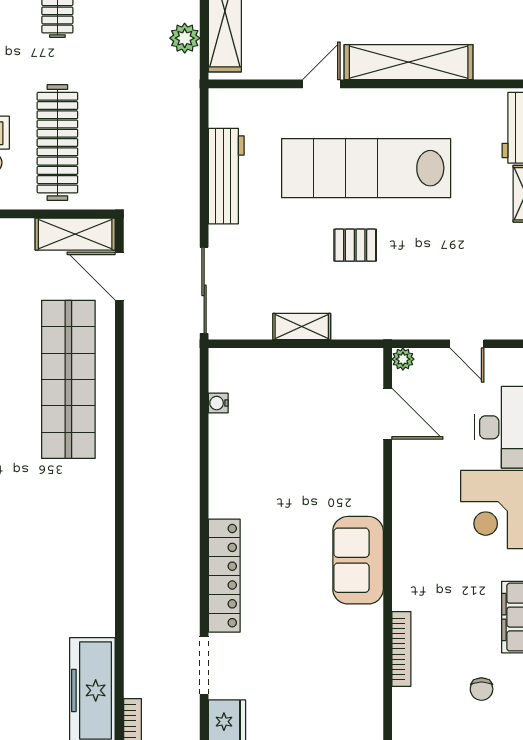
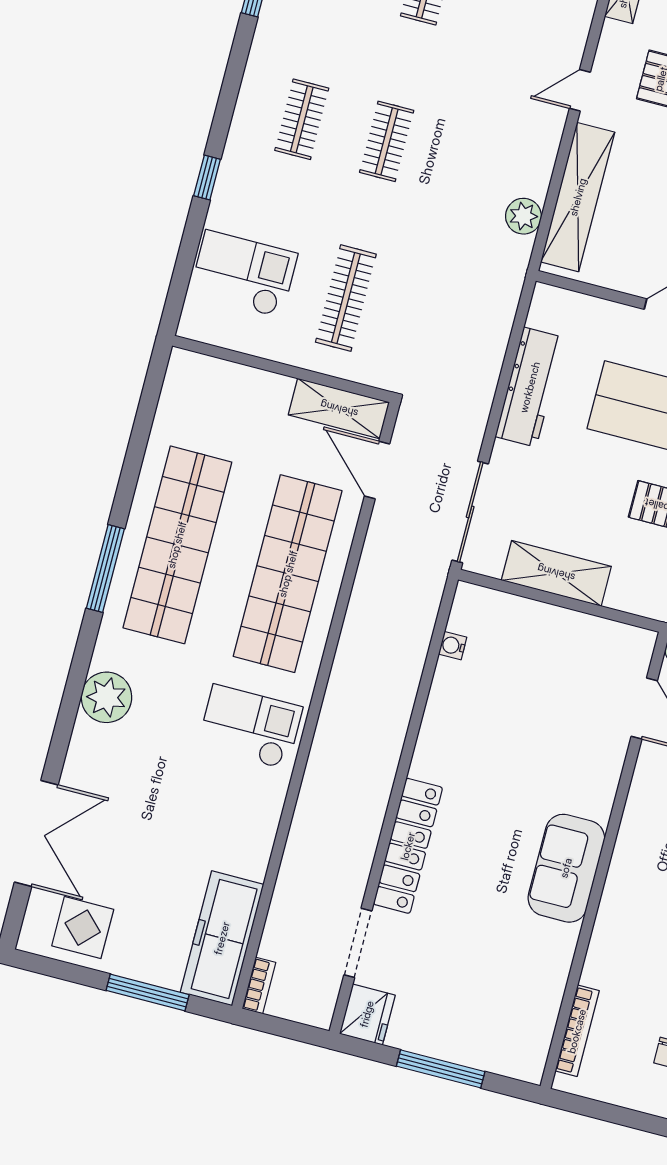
clothes rail: (57, 143) -> (346, 298), width x0.73, depth x0.76
shelving: (302, 326) -> (556, 573), width x1.50, depth x1.33
checkout: (70, 512) -> (250, 727), added
bookcase: (401, 649) -> (577, 1031), moved

